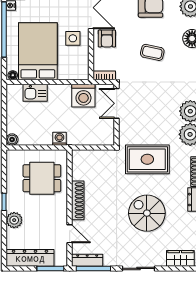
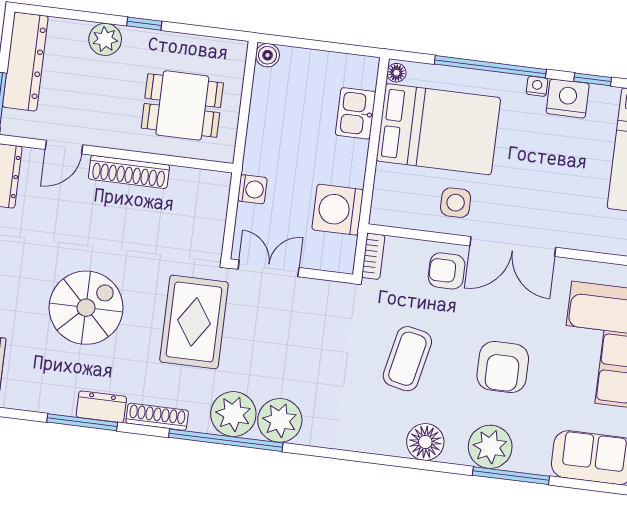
coffee table: (152, 52) -> (407, 359), width x1.36, depth x1.30
double door: (117, 103) -> (269, 268), moved
washing machine: (59, 139) -> (252, 189), moved
dining table: (42, 178) -> (182, 105), turned 90

